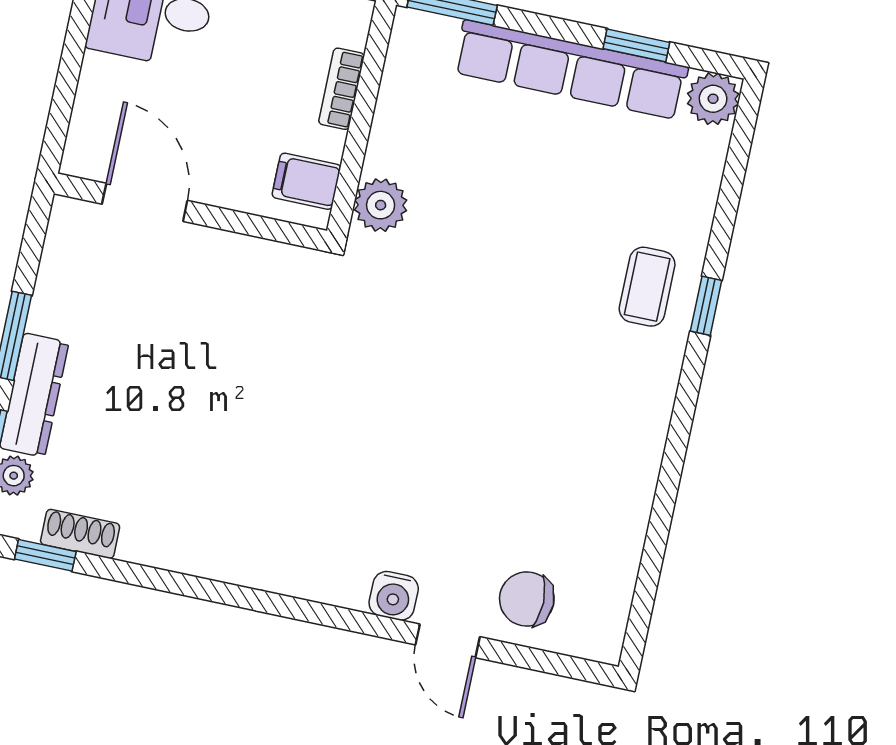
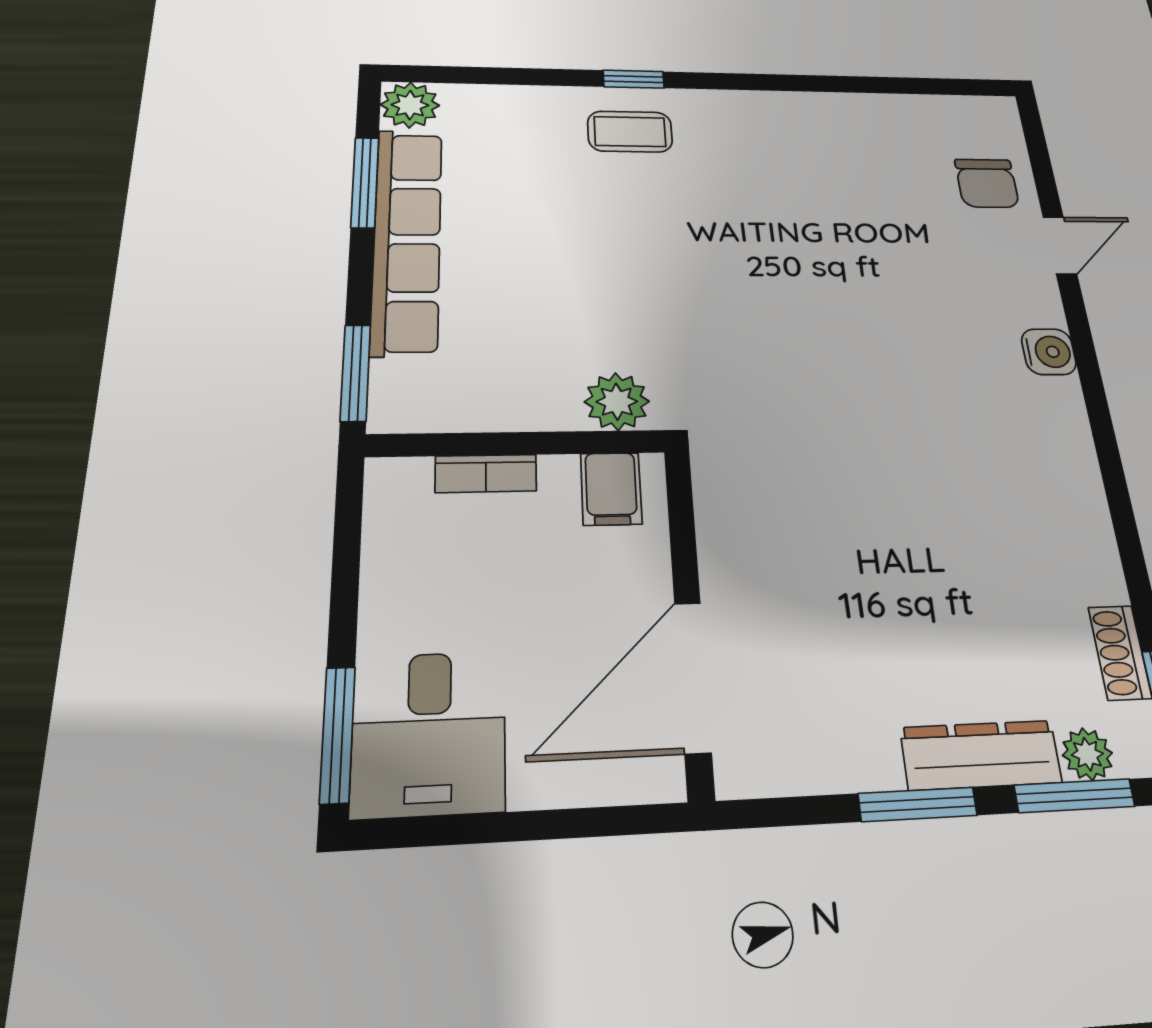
window: (636, 45) -> (365, 182), width x1.50
door: (145, 202) -> (693, 677), width x1.36
water cooler: (394, 596) -> (1049, 352), moved

